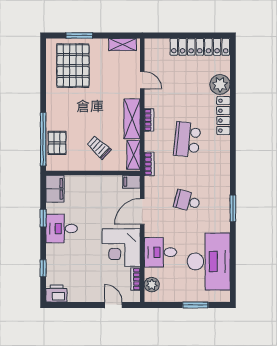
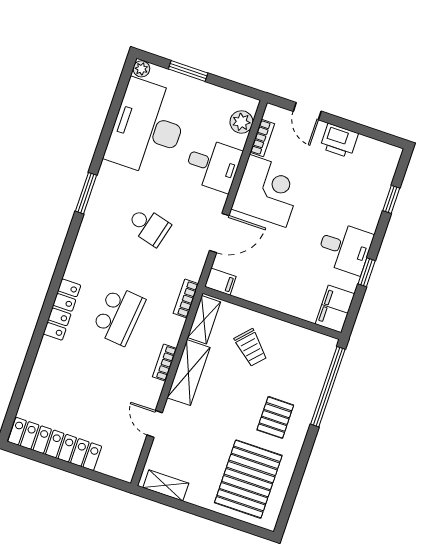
window: (79, 35) -> (224, 520), removed
plant: (220, 85) -> (141, 69), moved, width x0.53, depth x0.53
locker: (223, 116) -> (62, 310), moved
pallet: (57, 143) -> (275, 417), moved
printer: (56, 294) -> (339, 141), moved

